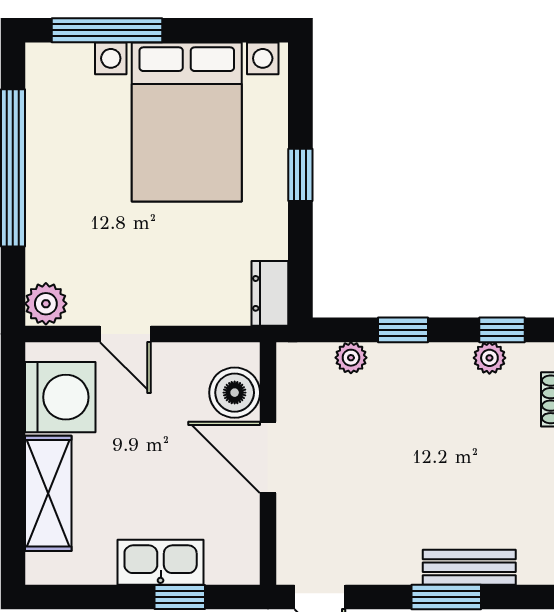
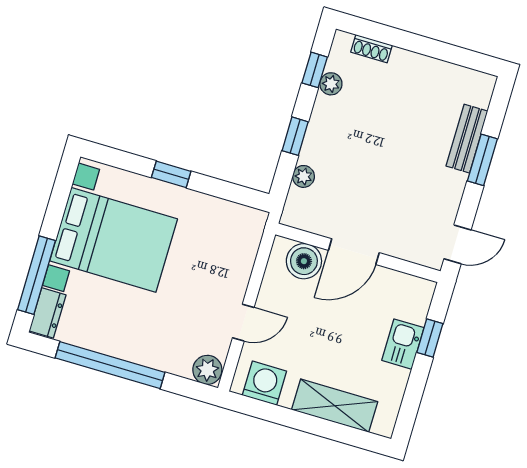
dresser: (270, 293) -> (47, 313), moved, turned -90
washing machine: (60, 397) -> (264, 383), width x0.73, depth x0.73
kitchen sink: (161, 562) -> (403, 344), width x0.73

